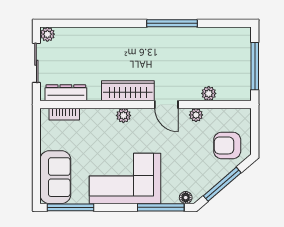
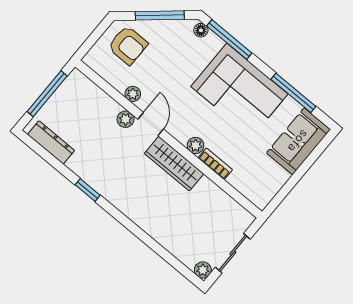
window: (172, 23) -> (88, 190), width x0.46
dresser: (66, 93) -> (51, 142), moved, turned 180
plant: (209, 93) -> (126, 119), moved
bookcase: (64, 114) -> (215, 164), moved
window: (71, 207) -> (293, 93), moved

